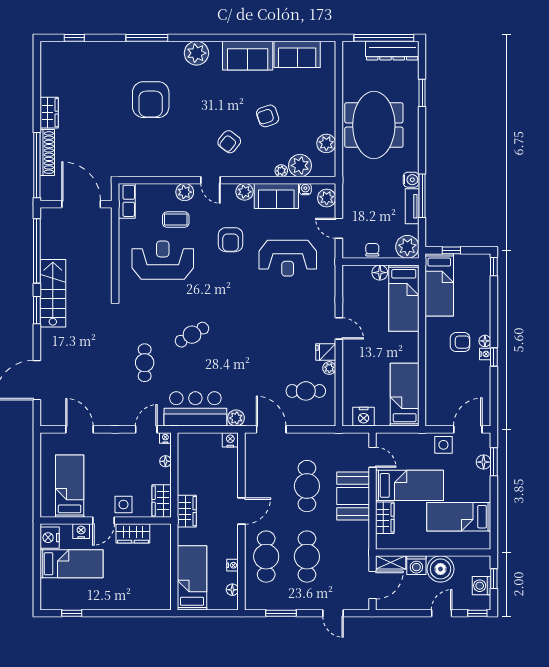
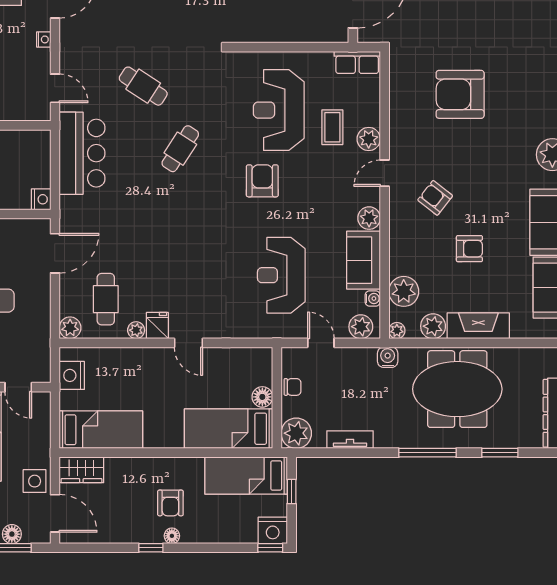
armchair: (151, 100) -> (460, 94), moved
fireplace: (326, 109) -> (478, 326), added
armchair: (268, 116) -> (469, 249), turned 109
plant: (281, 171) -> (397, 331), moved
water cooler: (411, 180) -> (388, 357), moved, turned 180
window: (422, 196) -> (427, 453), moved
door: (339, 228) -> (321, 343), hinge flipped
armchair: (231, 240) -> (262, 181), moved, turned 90
reception desk: (163, 260) -> (279, 110), turned 180
door: (339, 328) -> (188, 343), hinge flipped
cafe table: (192, 335) -> (180, 149), turned 64
nightstand: (485, 354) -> (273, 530), moved, width x1.89, depth x1.79
cafe table: (145, 363) -> (143, 86), turned 33
wardrobe: (435, 409) -> (81, 470), added
plant: (236, 418) -> (70, 328), moved
nightstand: (165, 438) -> (44, 39), moved
door: (372, 457) -> (18, 387), hinge flipped
floor lamp: (165, 461) -> (13, 114), removed

